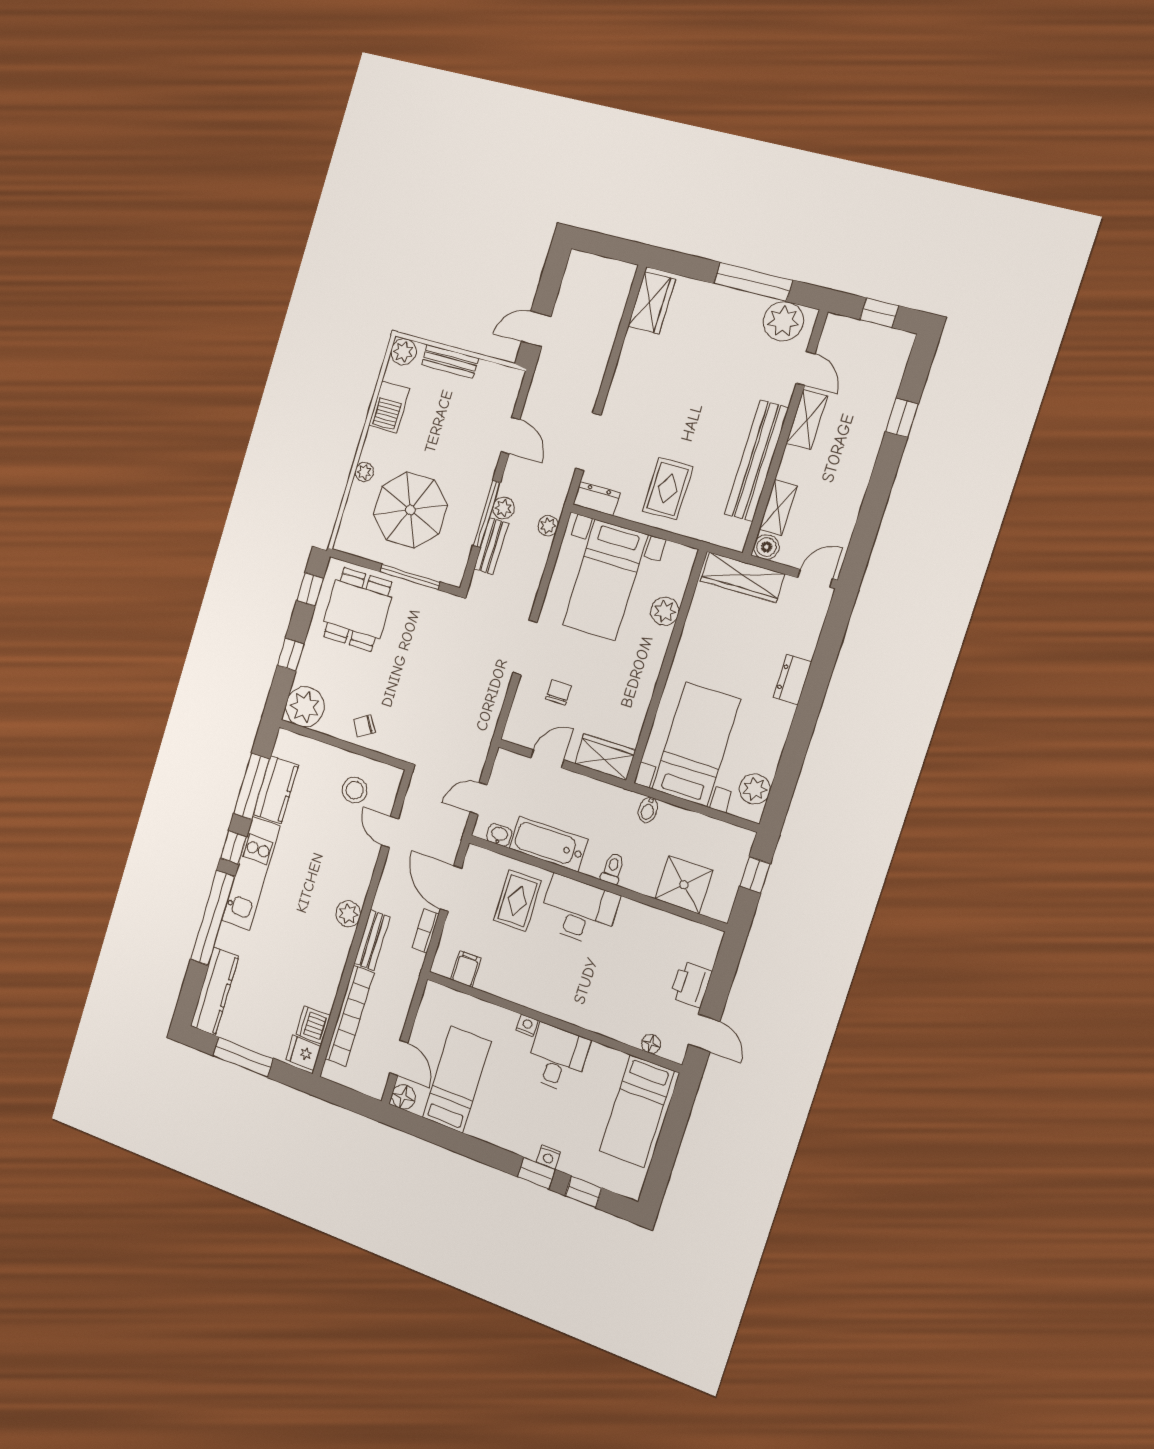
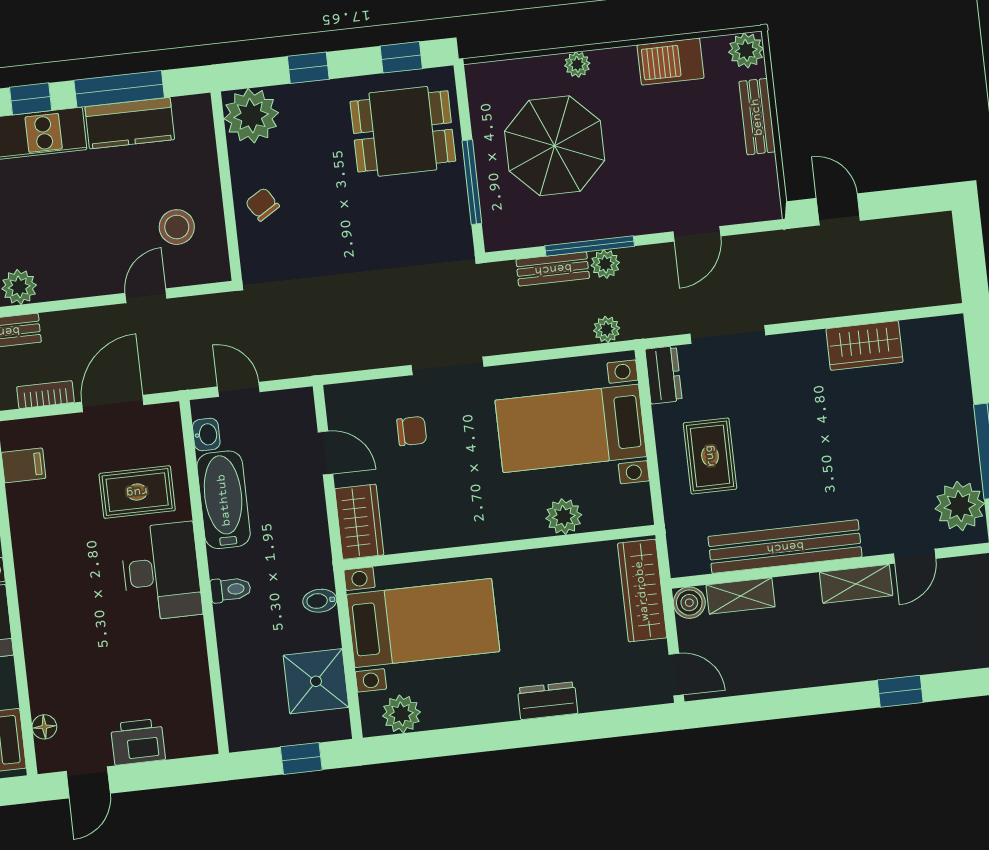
wardrobe: (652, 303) -> (864, 346), moved
rug: (668, 489) -> (710, 456), turned 90
shower: (684, 885) -> (316, 681), moved

